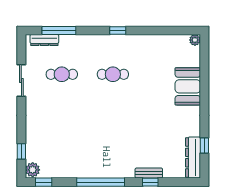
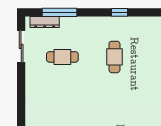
cafe table: (113, 74) -> (114, 57), turned 90
sliding door: (21, 80) -> (21, 46), moved

